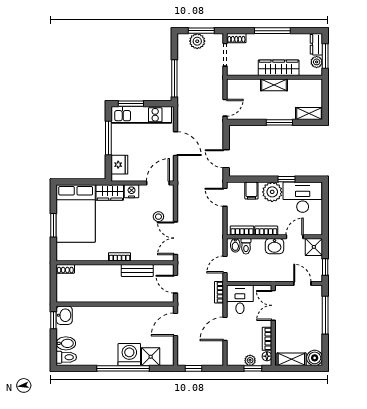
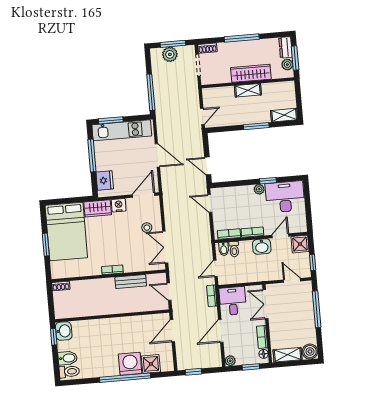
filing cabinet: (251, 191) -> (235, 195), removed
plant: (272, 192) -> (259, 189), width x0.53, depth x0.53
plant: (250, 360) -> (230, 361), moved

